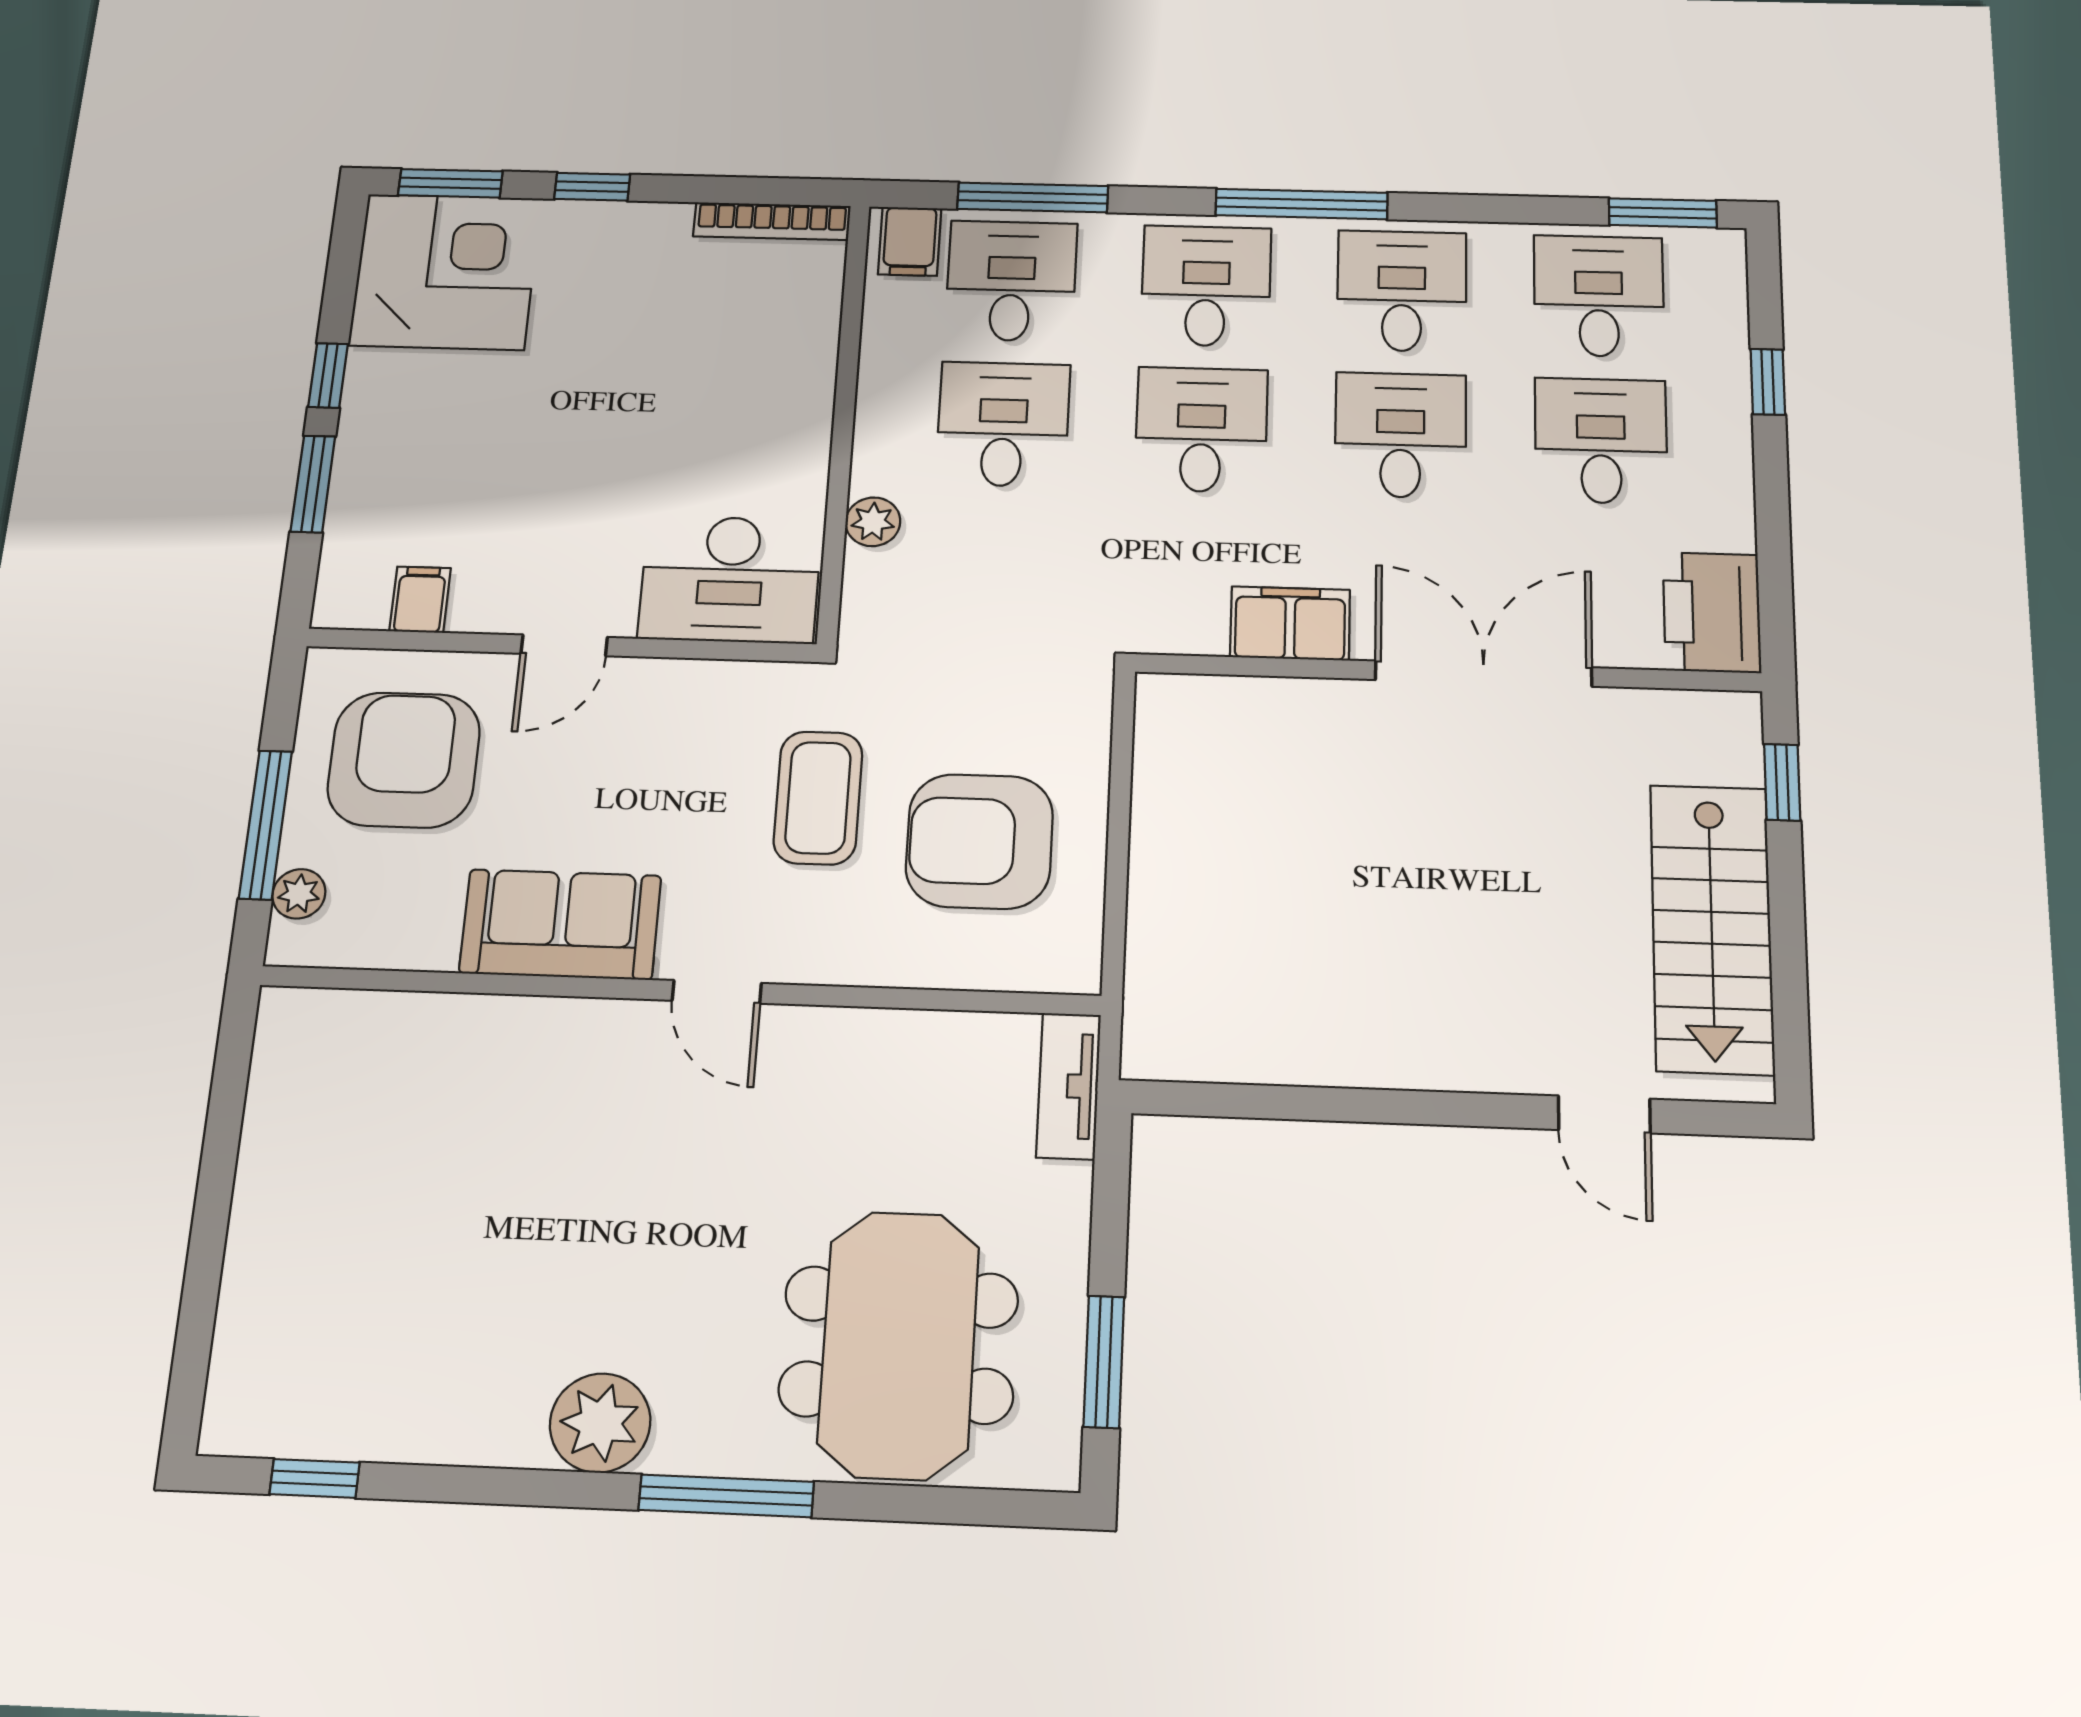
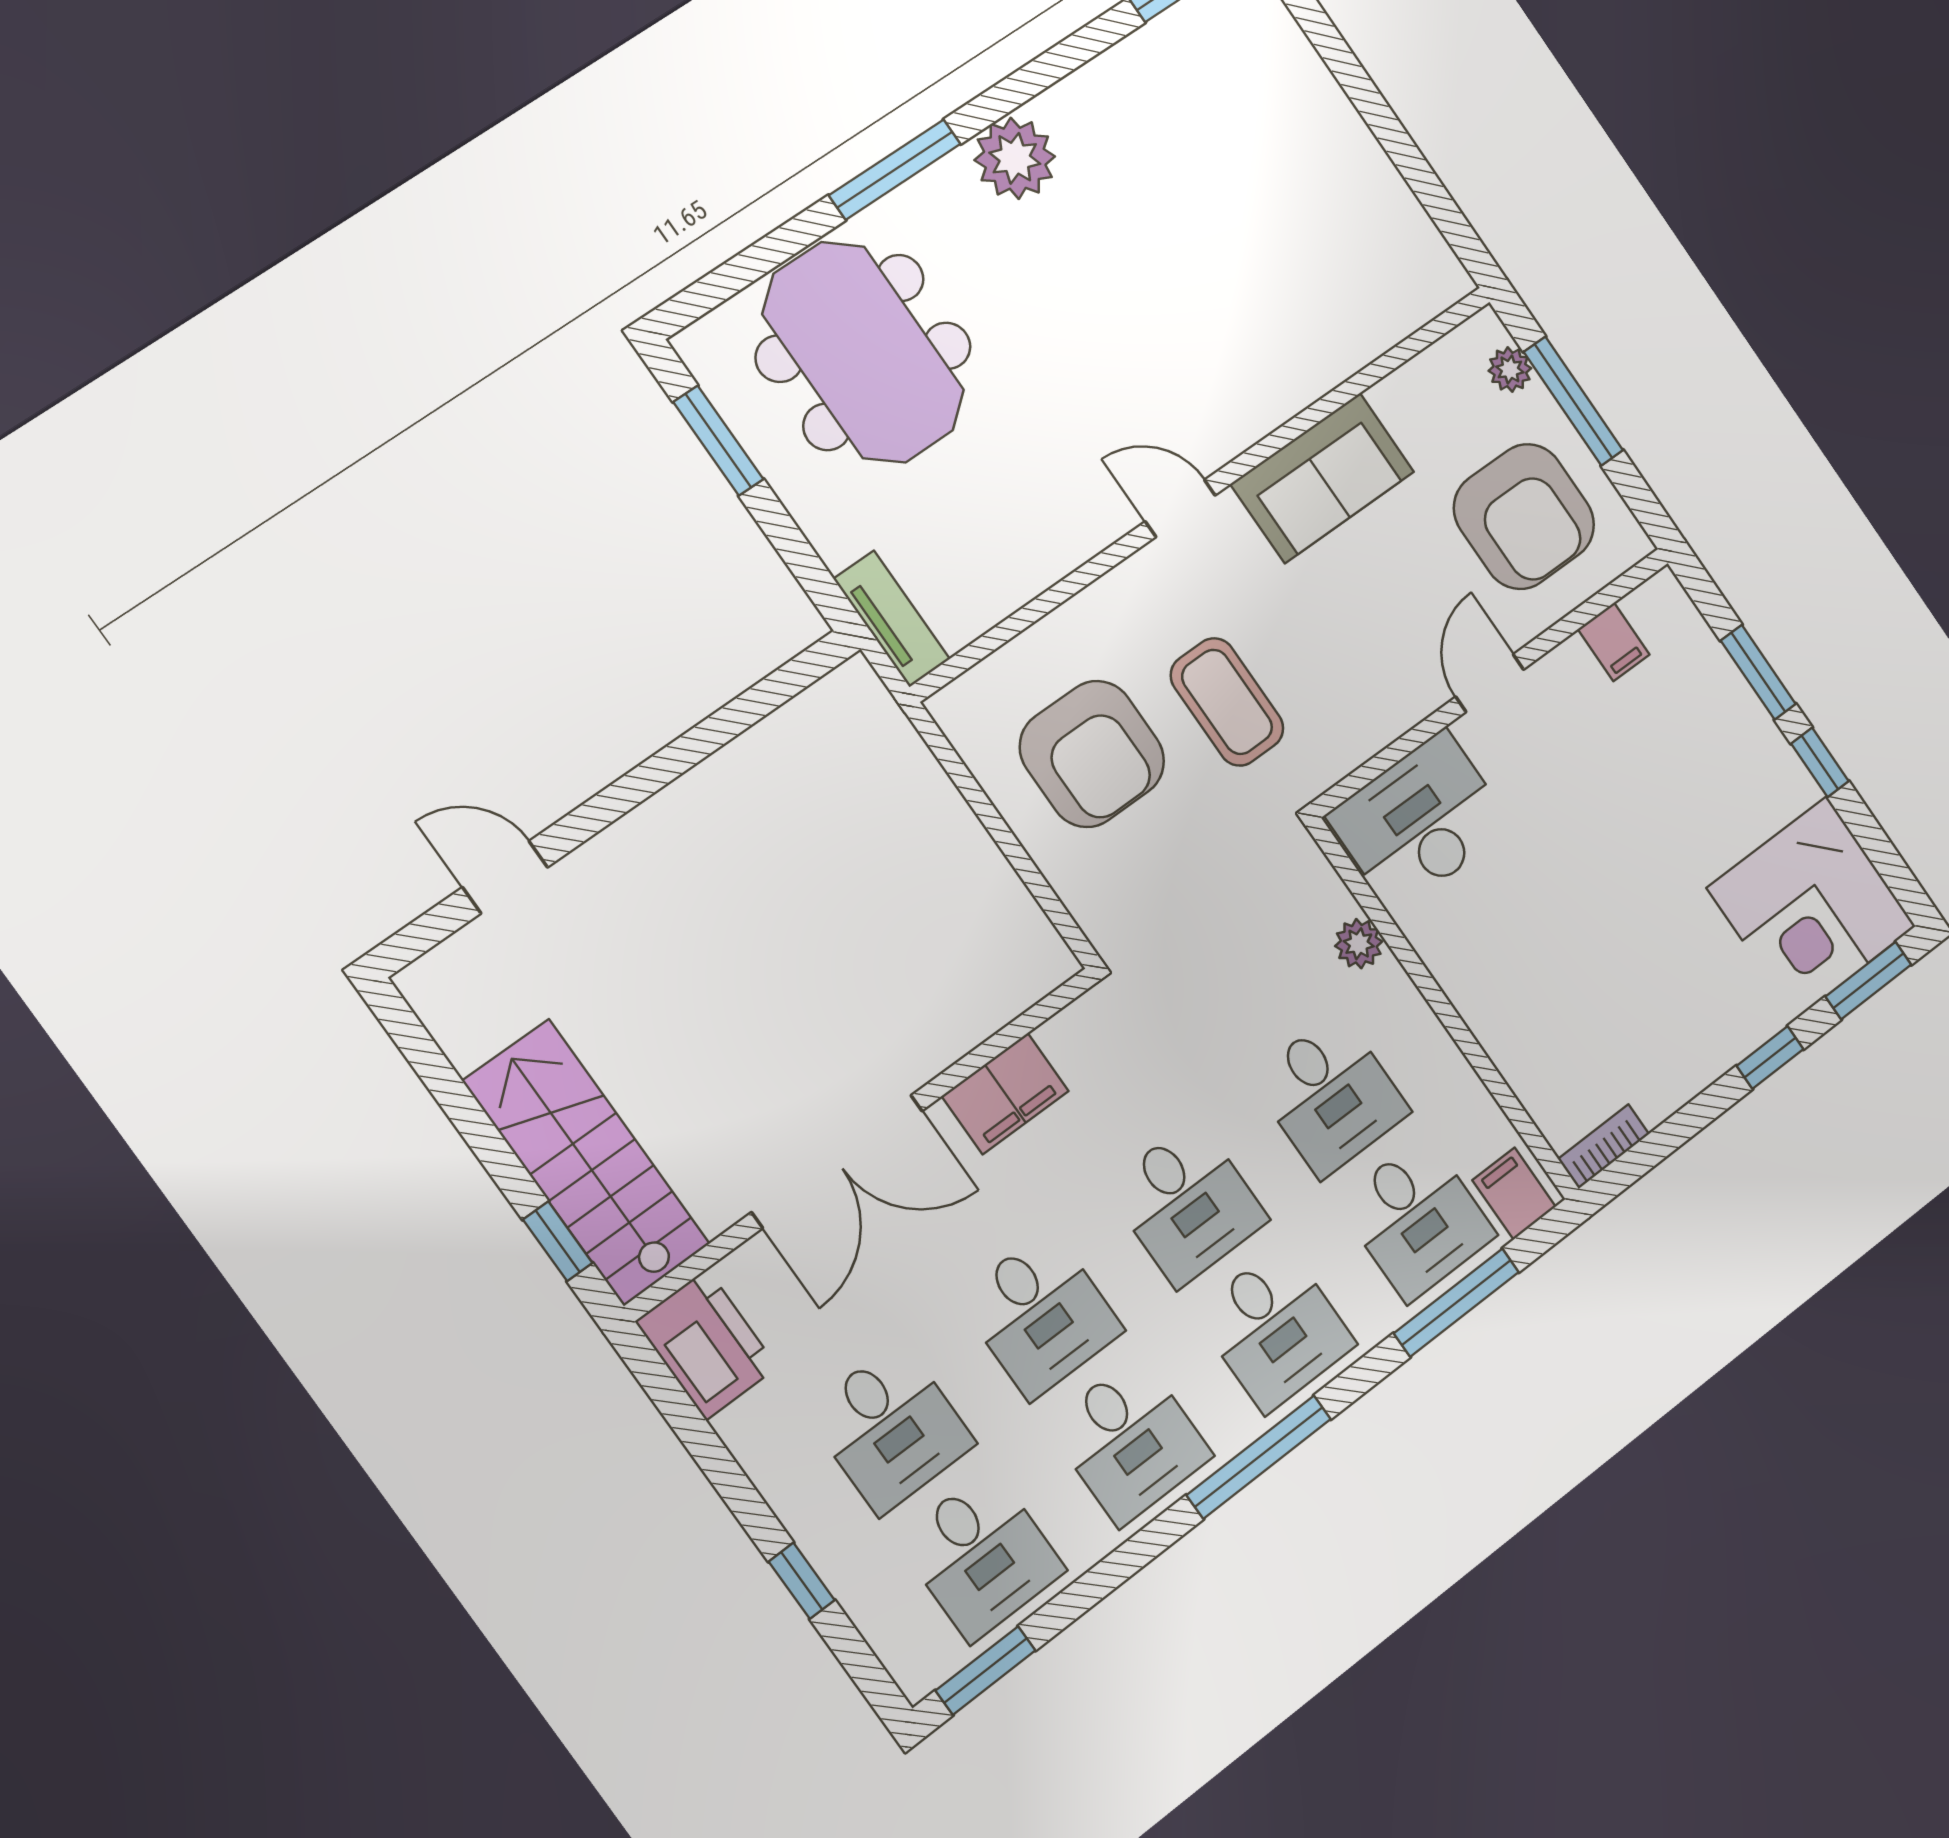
bookcase: (772, 221) -> (1604, 1147), width x0.64
armchair: (979, 841) -> (1092, 754), turned 90
stairs: (1712, 928) -> (586, 1163), moved

